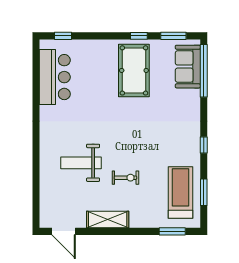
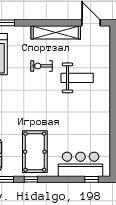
bar counter: (55, 77) -> (81, 164), moved, turned 90
shelving: (108, 220) -> (56, 32), width x1.47

